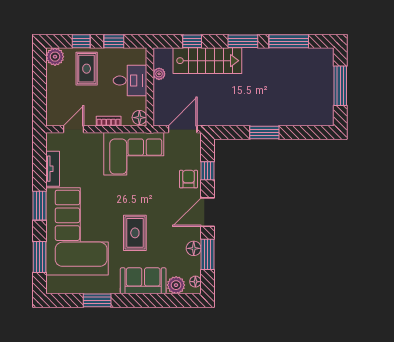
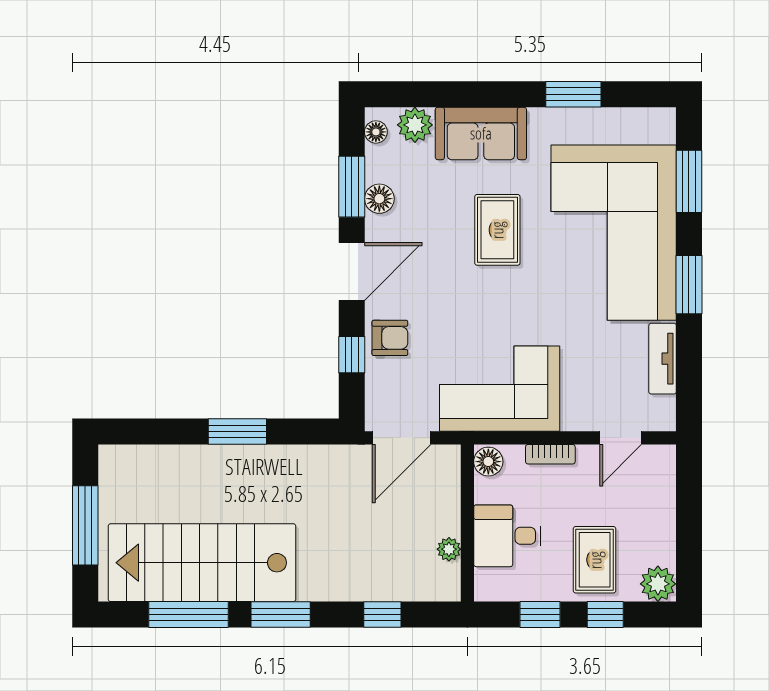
stairs: (207, 61) -> (202, 563), moved, width x1.36, depth x1.51
armchair: (188, 179) -> (390, 338), turned -90

